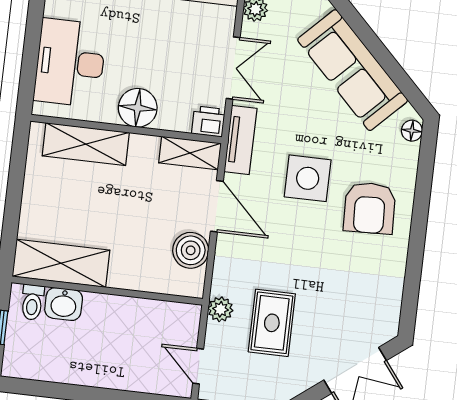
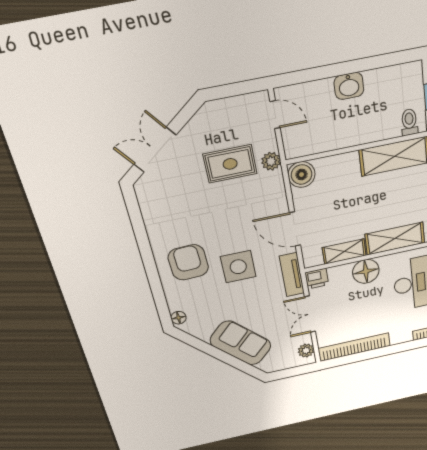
sofa: (353, 70) -> (241, 343), width x0.73
shelving: (190, 153) -> (344, 252), moved
boiler: (191, 250) -> (302, 175), moved
washbasin: (64, 304) -> (349, 86), moved, turned 180
rug: (272, 323) -> (230, 164), turned 90

